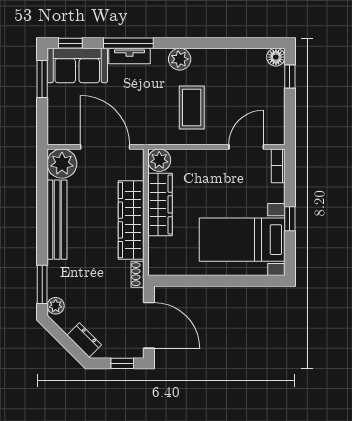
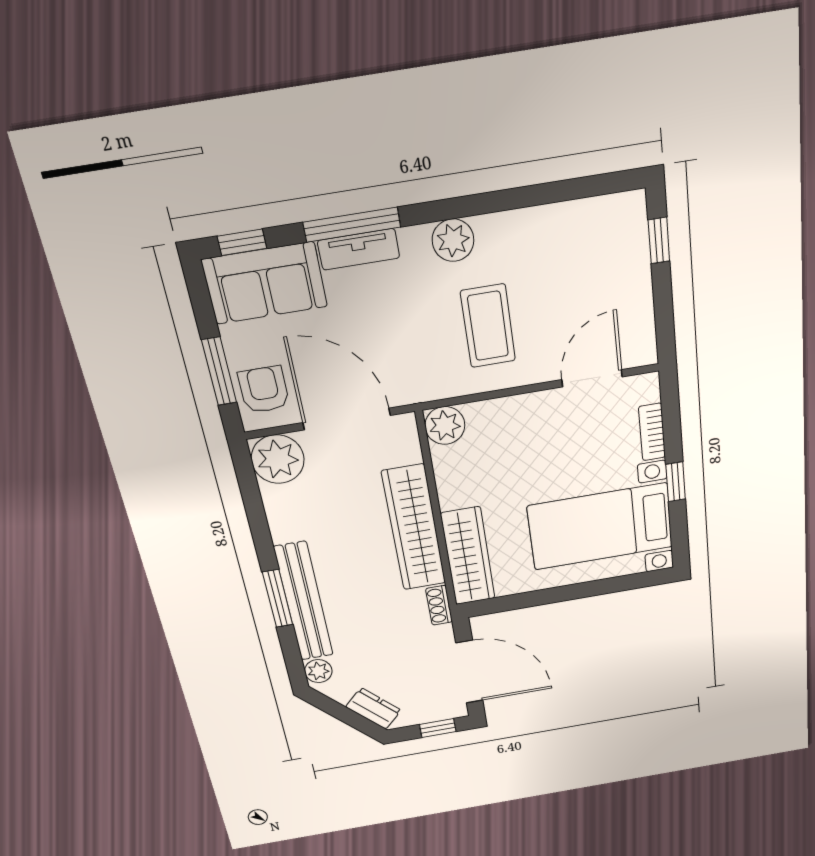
floor lamp: (276, 57) -> (630, 208), removed
window: (42, 79) -> (219, 371), moved
armchair: (64, 122) -> (264, 390), added
bookcase: (278, 166) -> (652, 432), moved
wardrobe: (160, 204) -> (468, 556), moved
bench: (57, 220) -> (304, 602), moved
window: (42, 284) -> (278, 598), moved

